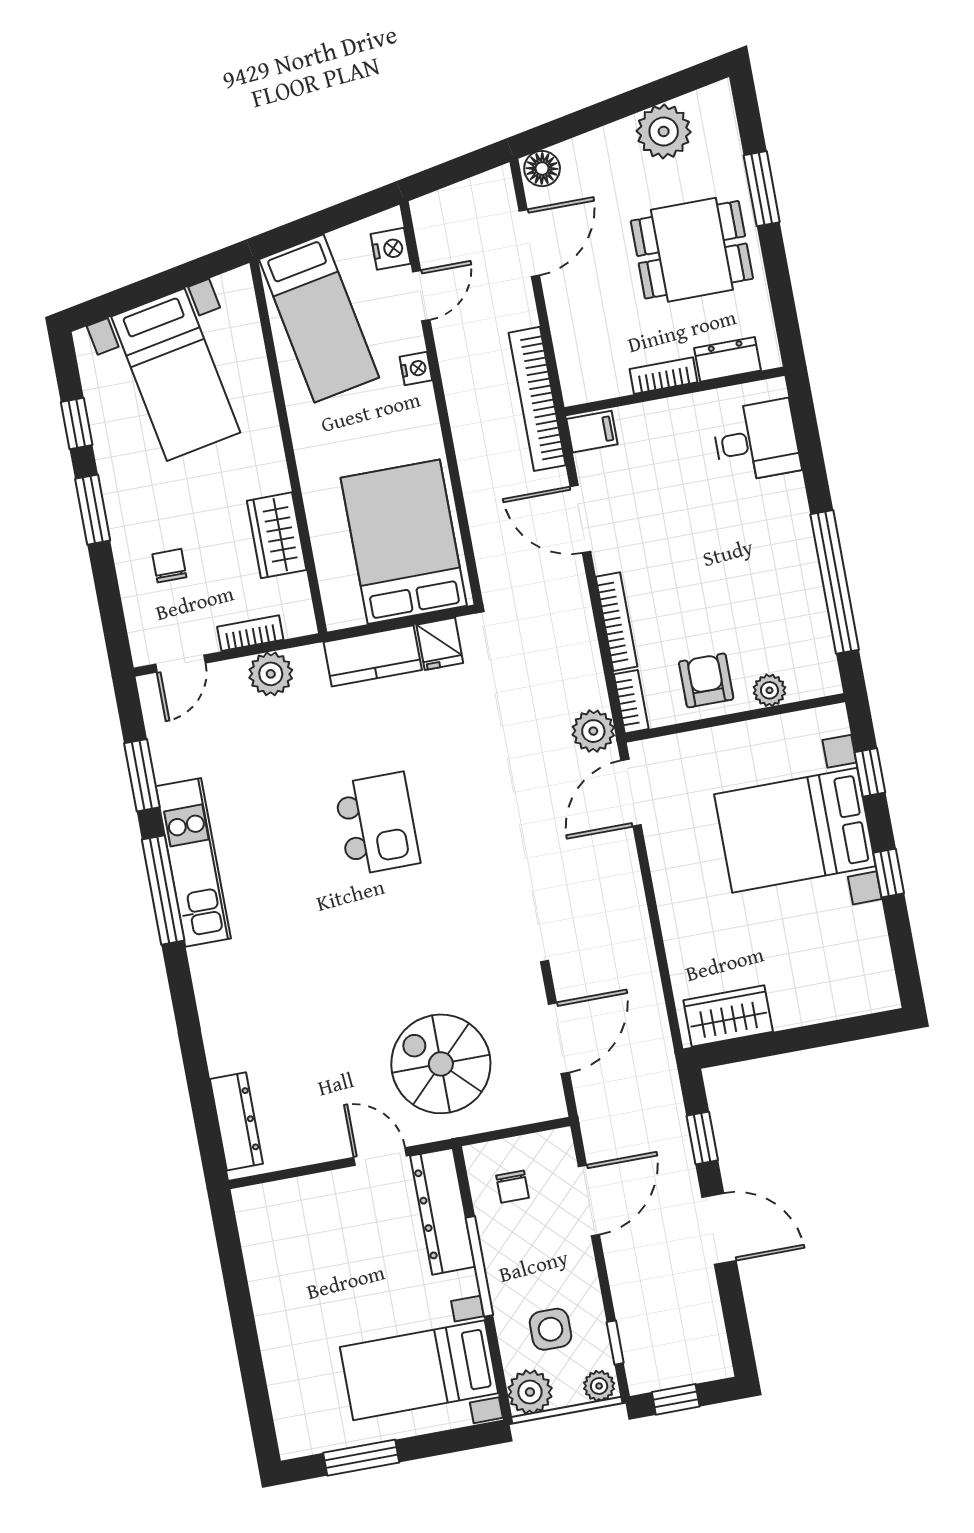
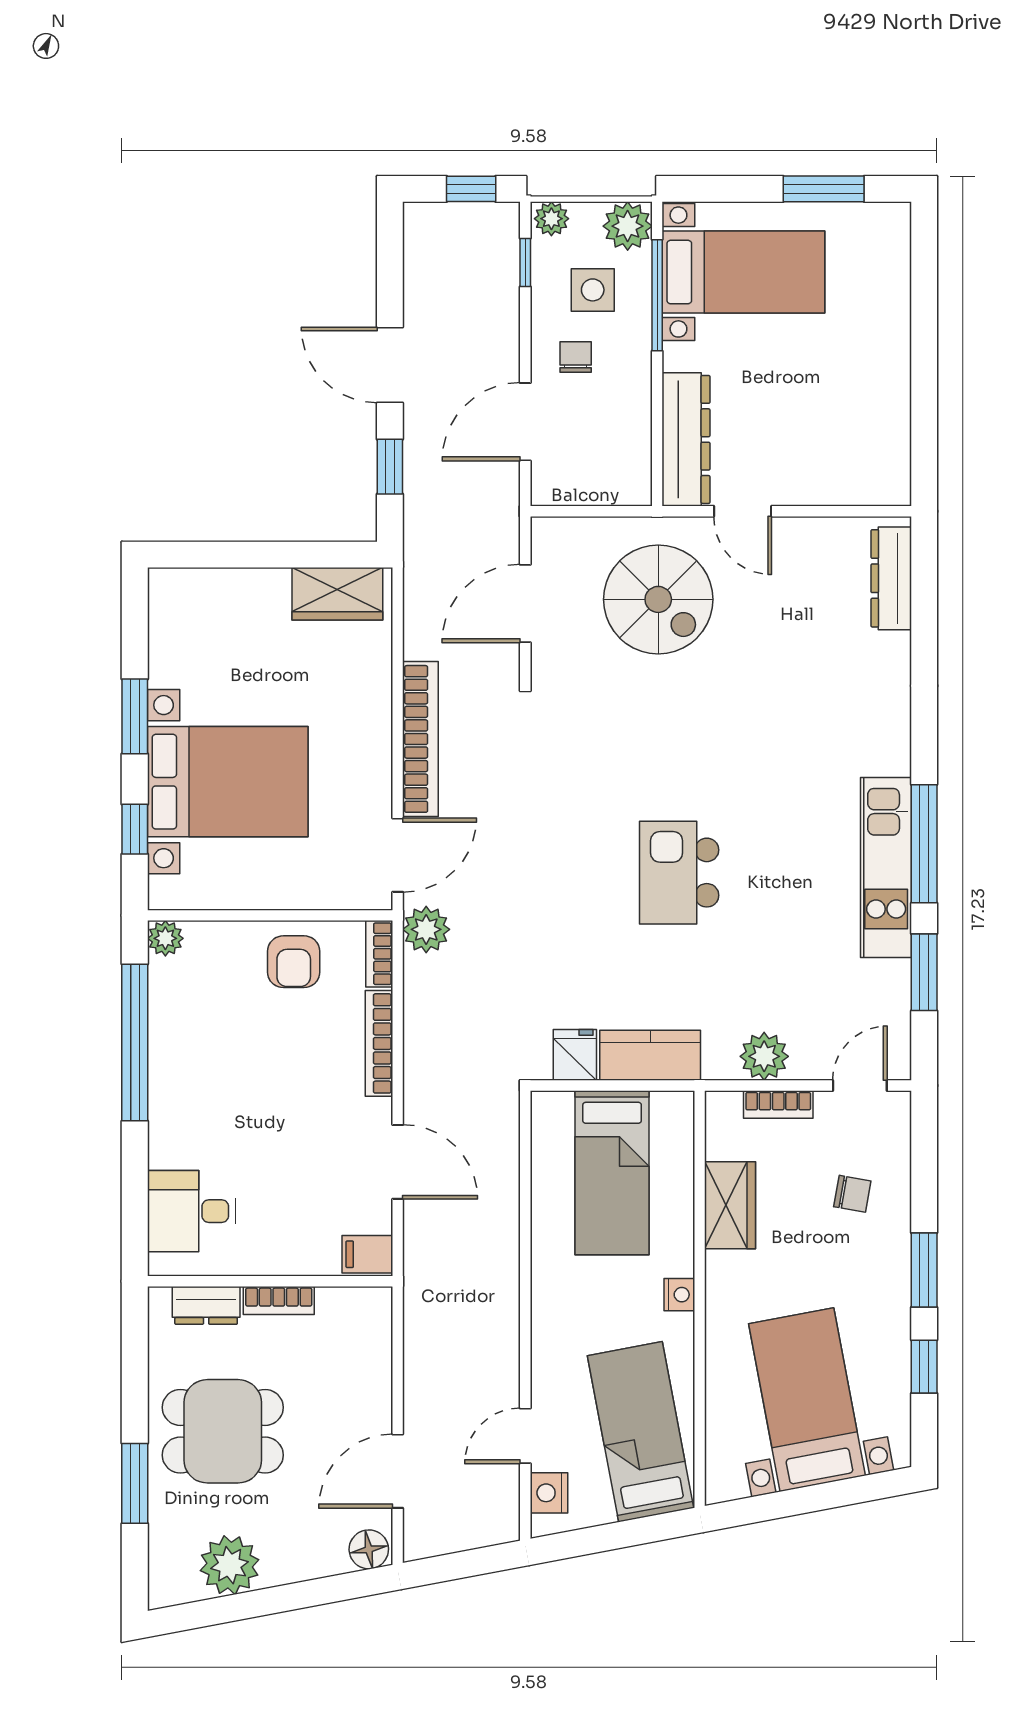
nightstand: (416, 369) -> (679, 1295), moved, turned 180
bookcase: (537, 399) -> (420, 739), moved
bed: (404, 542) -> (612, 1173), width x0.67
chair: (169, 566) -> (852, 1194), turned -80
plant: (769, 690) -> (165, 938), moved
window: (889, 873) -> (135, 716), width x1.50
chair: (513, 1187) -> (576, 357), moved
window: (479, 1266) -> (657, 295), moved

